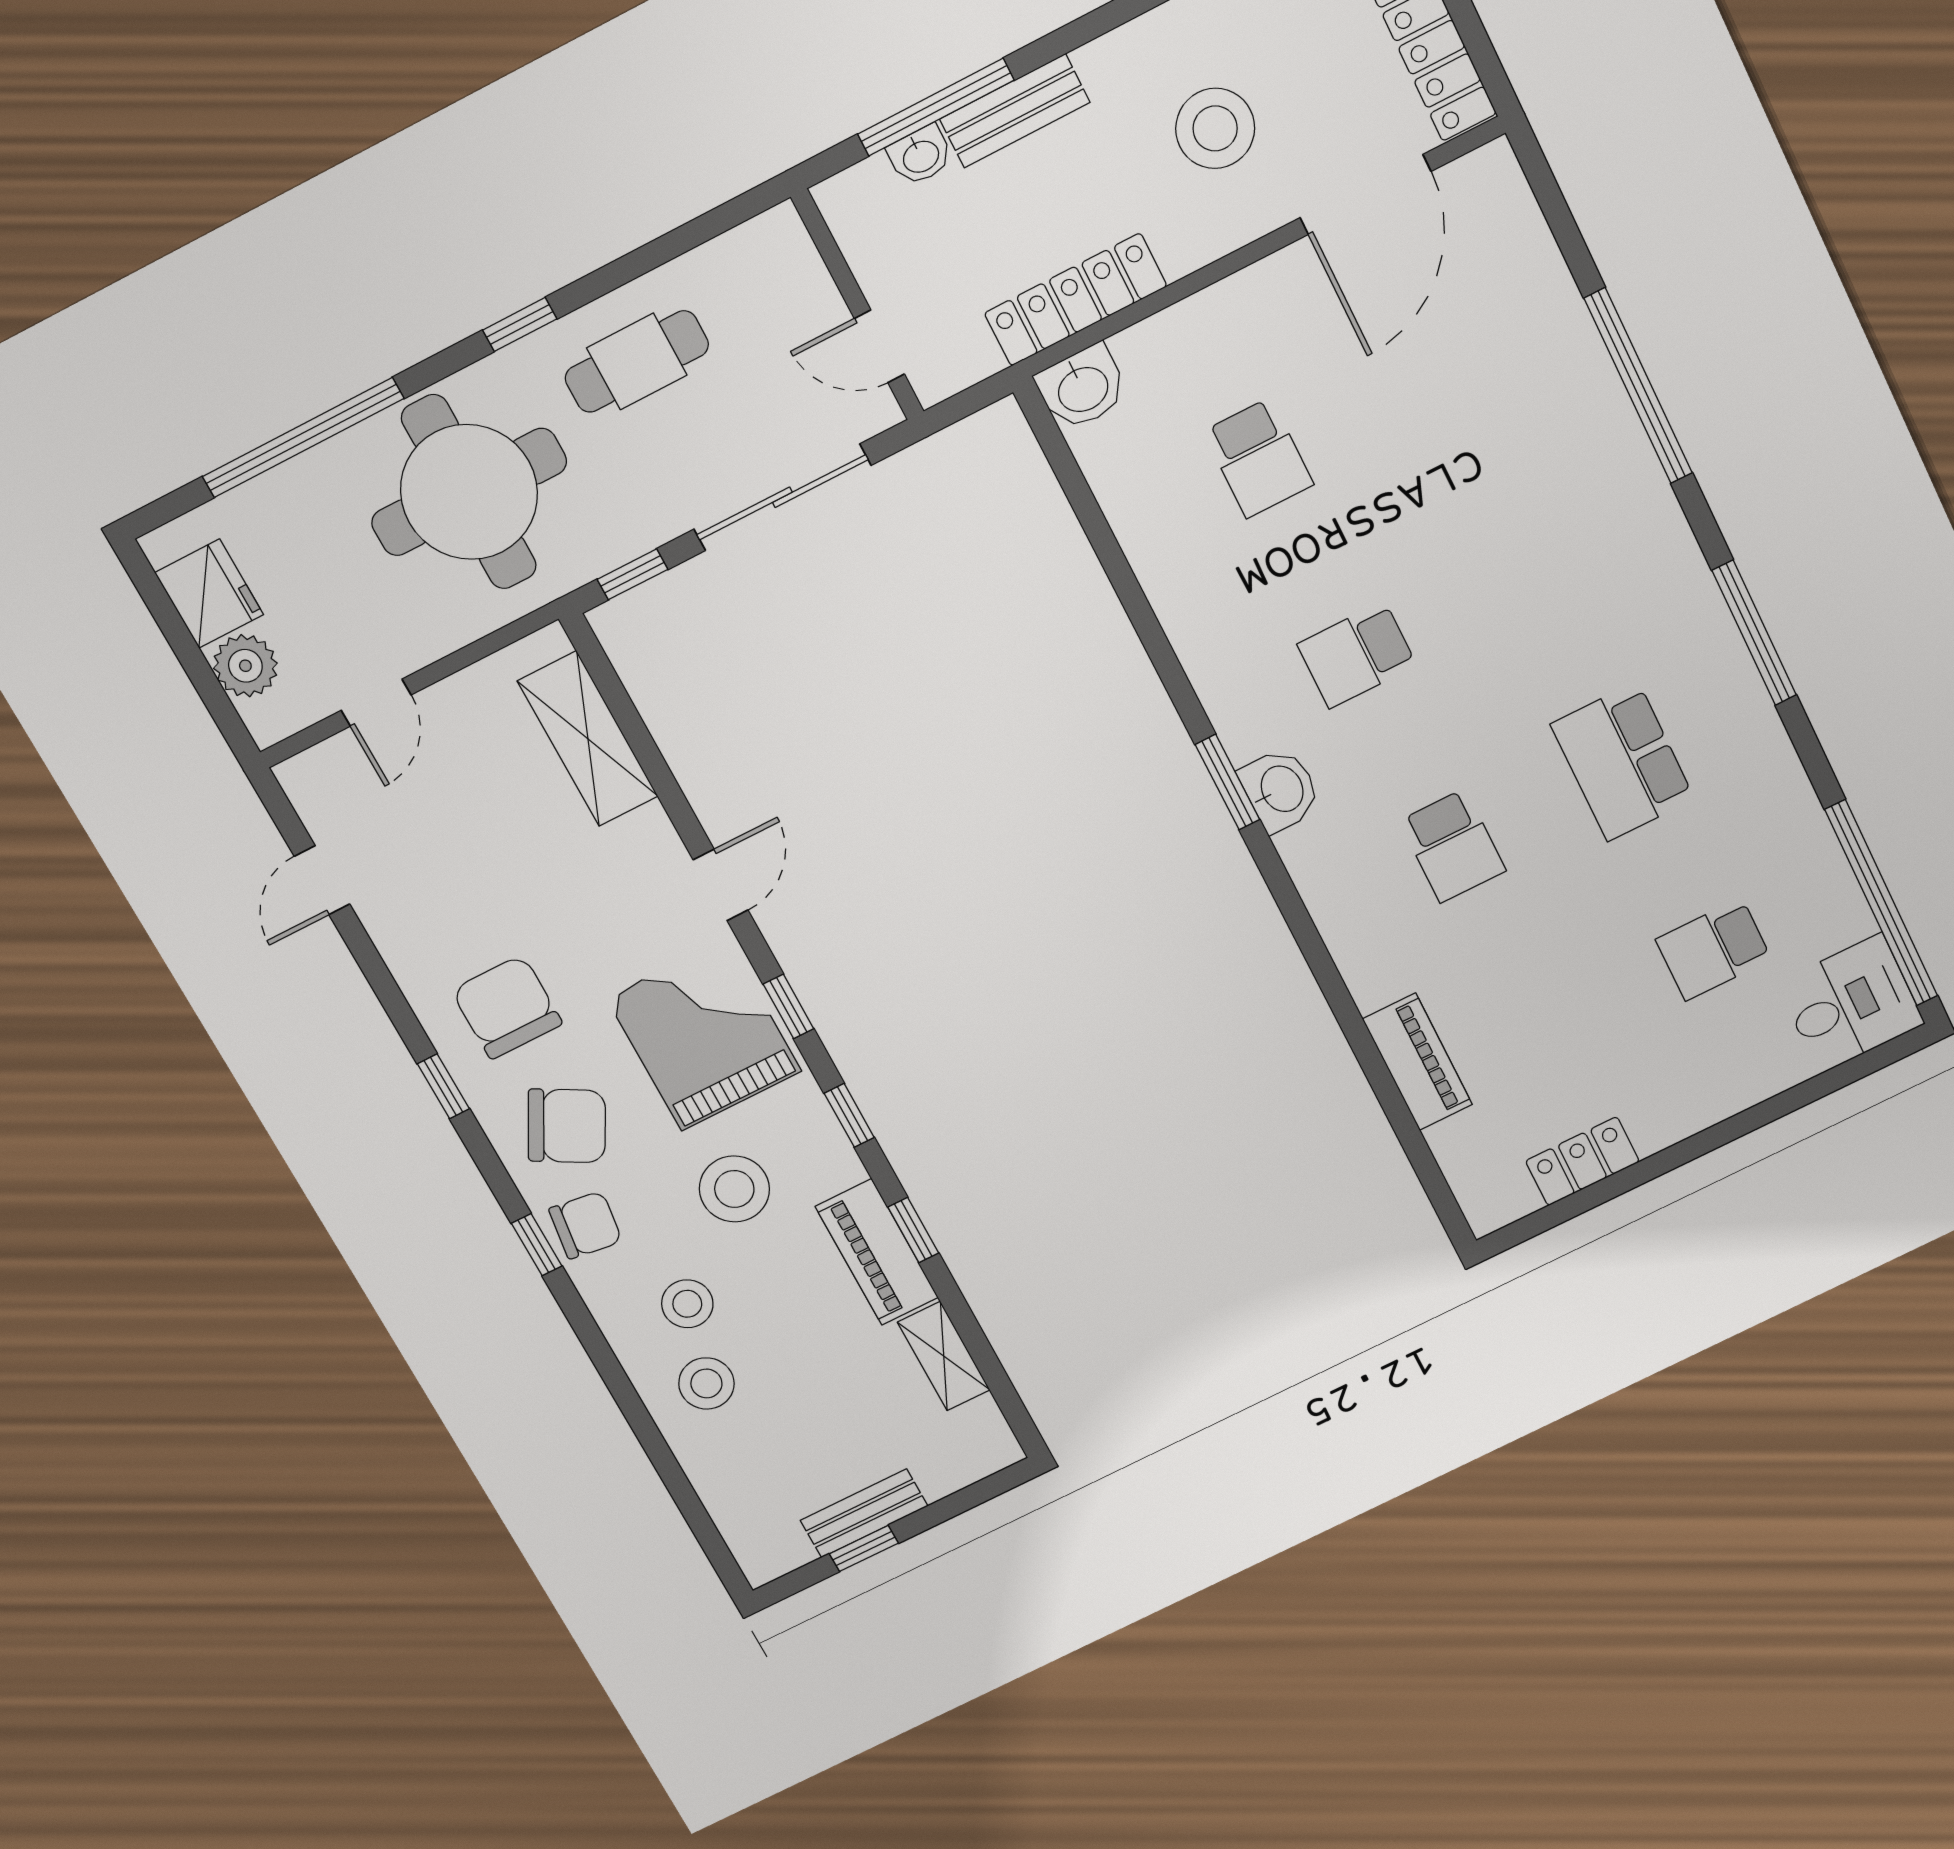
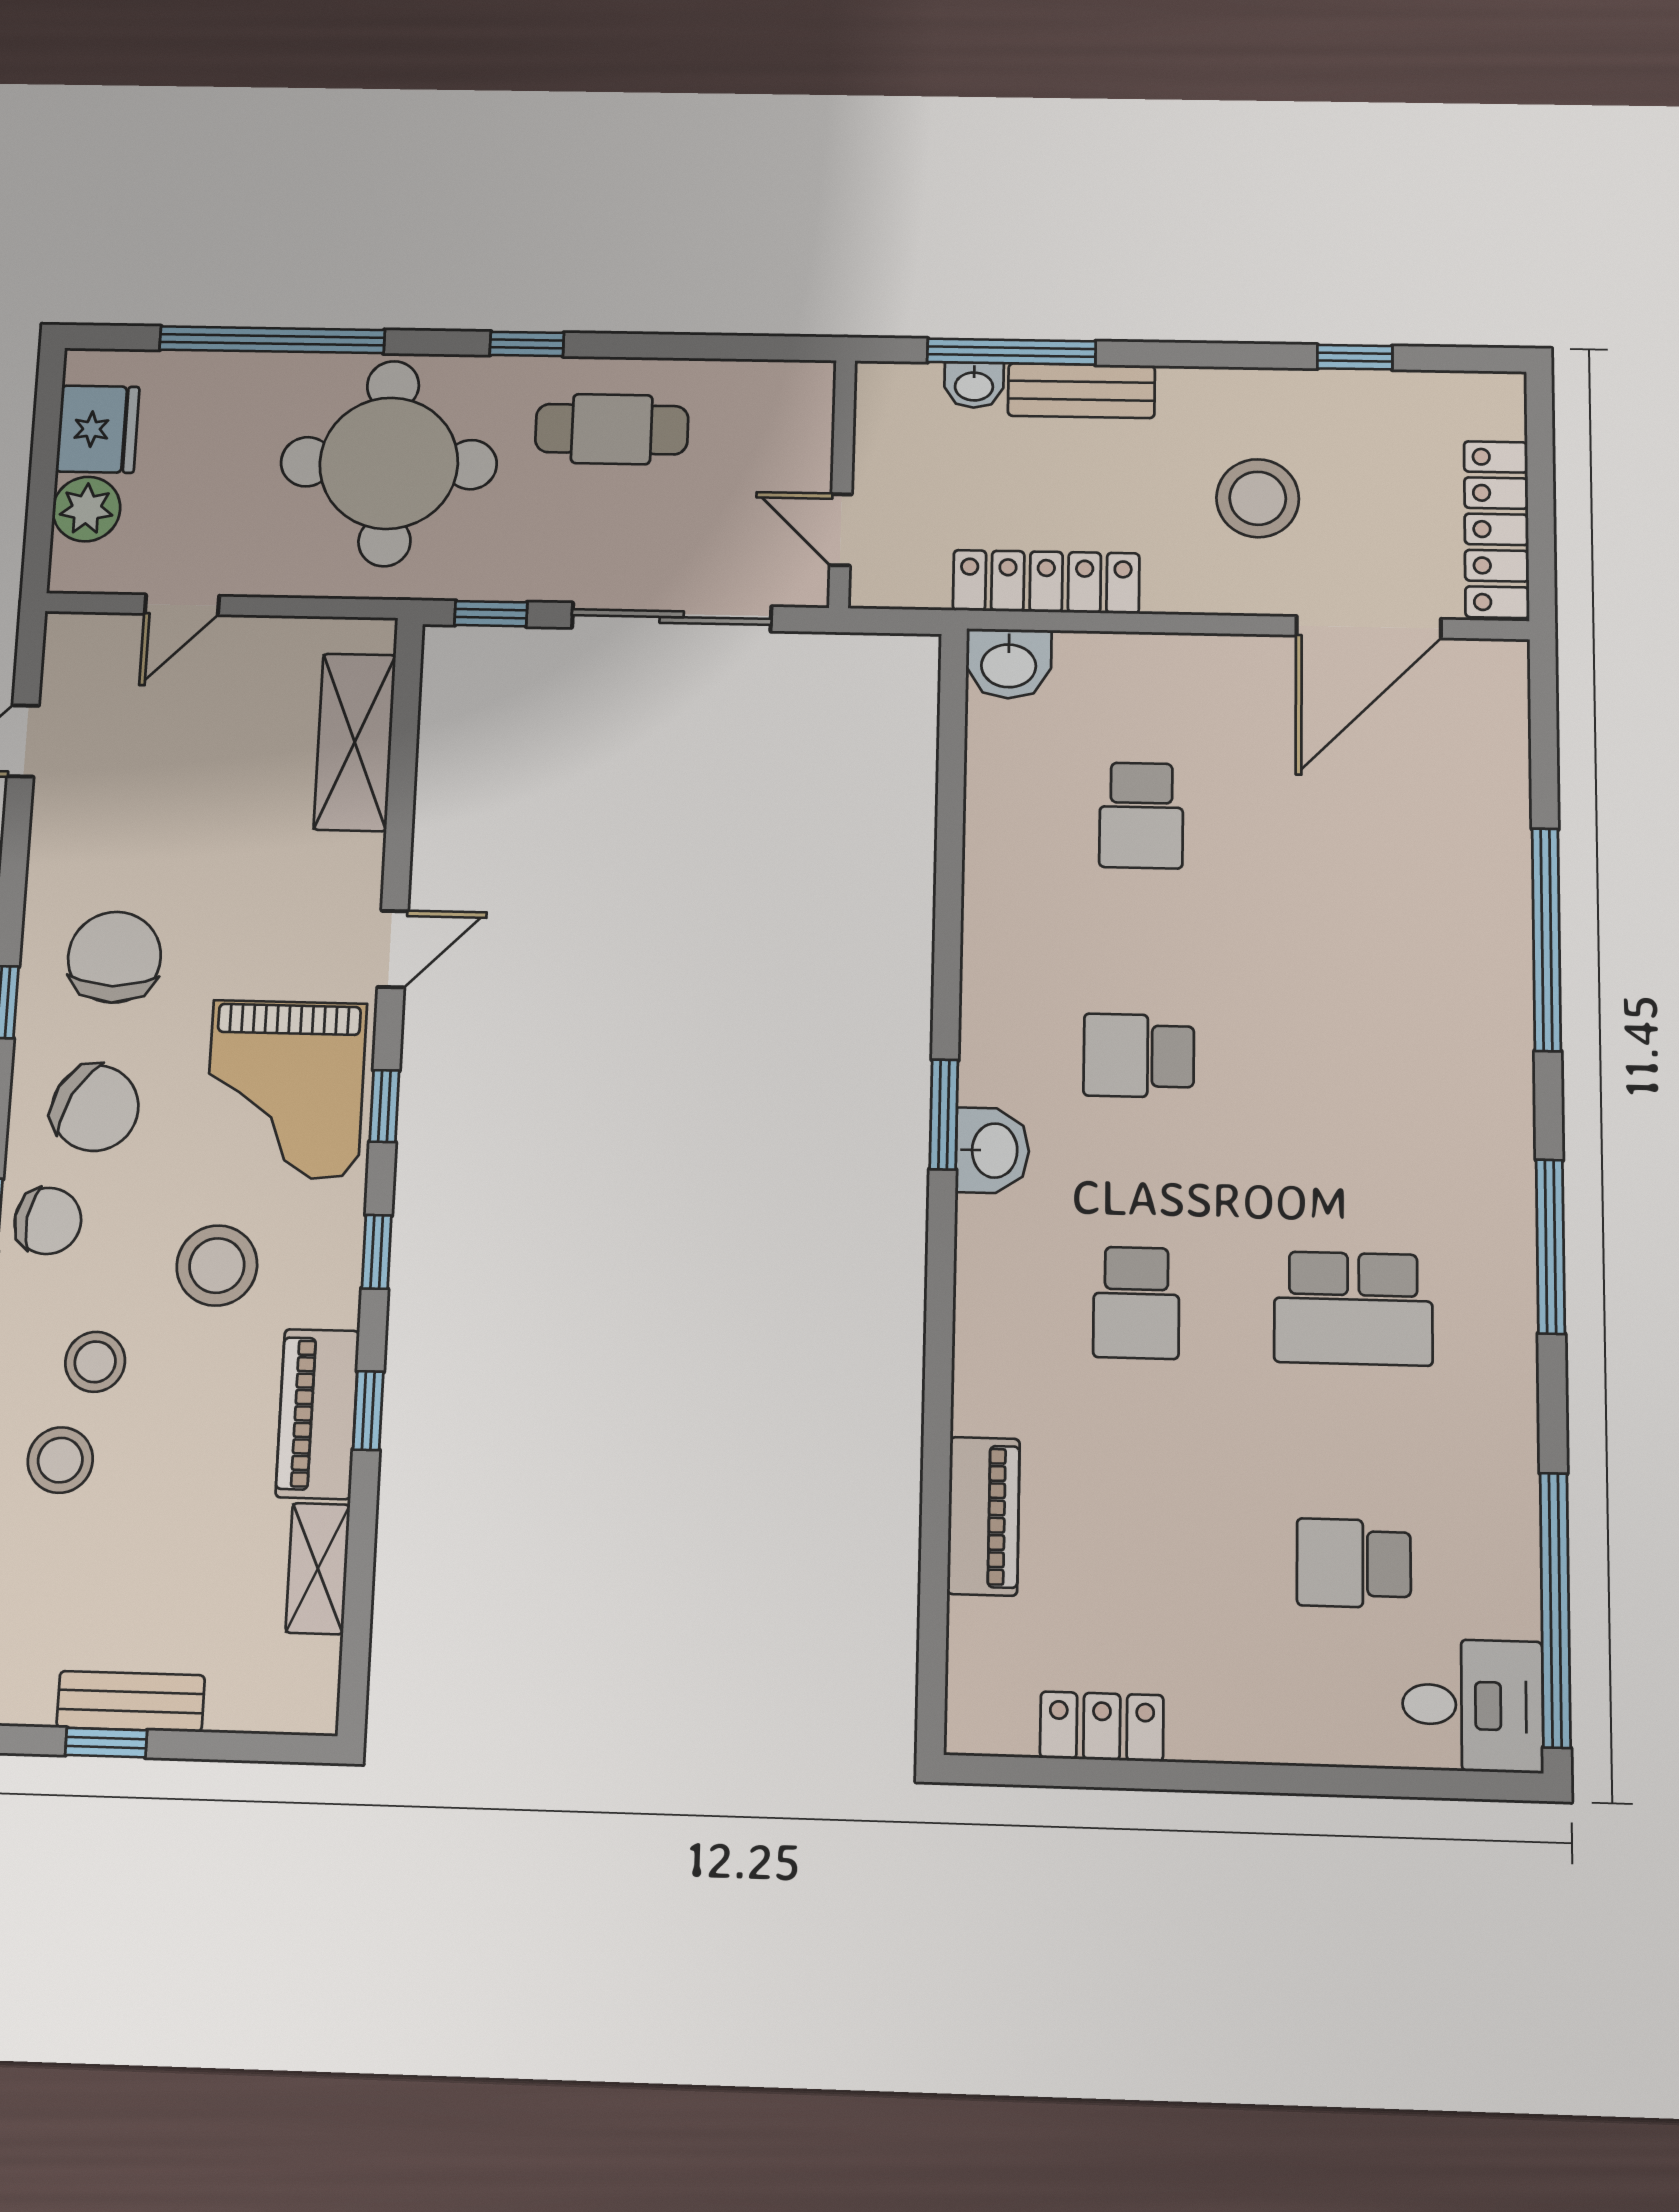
school desk: (1623, 762) -> (1353, 1308), turned -90
grand piano: (704, 1035) -> (285, 1089), turned 180

